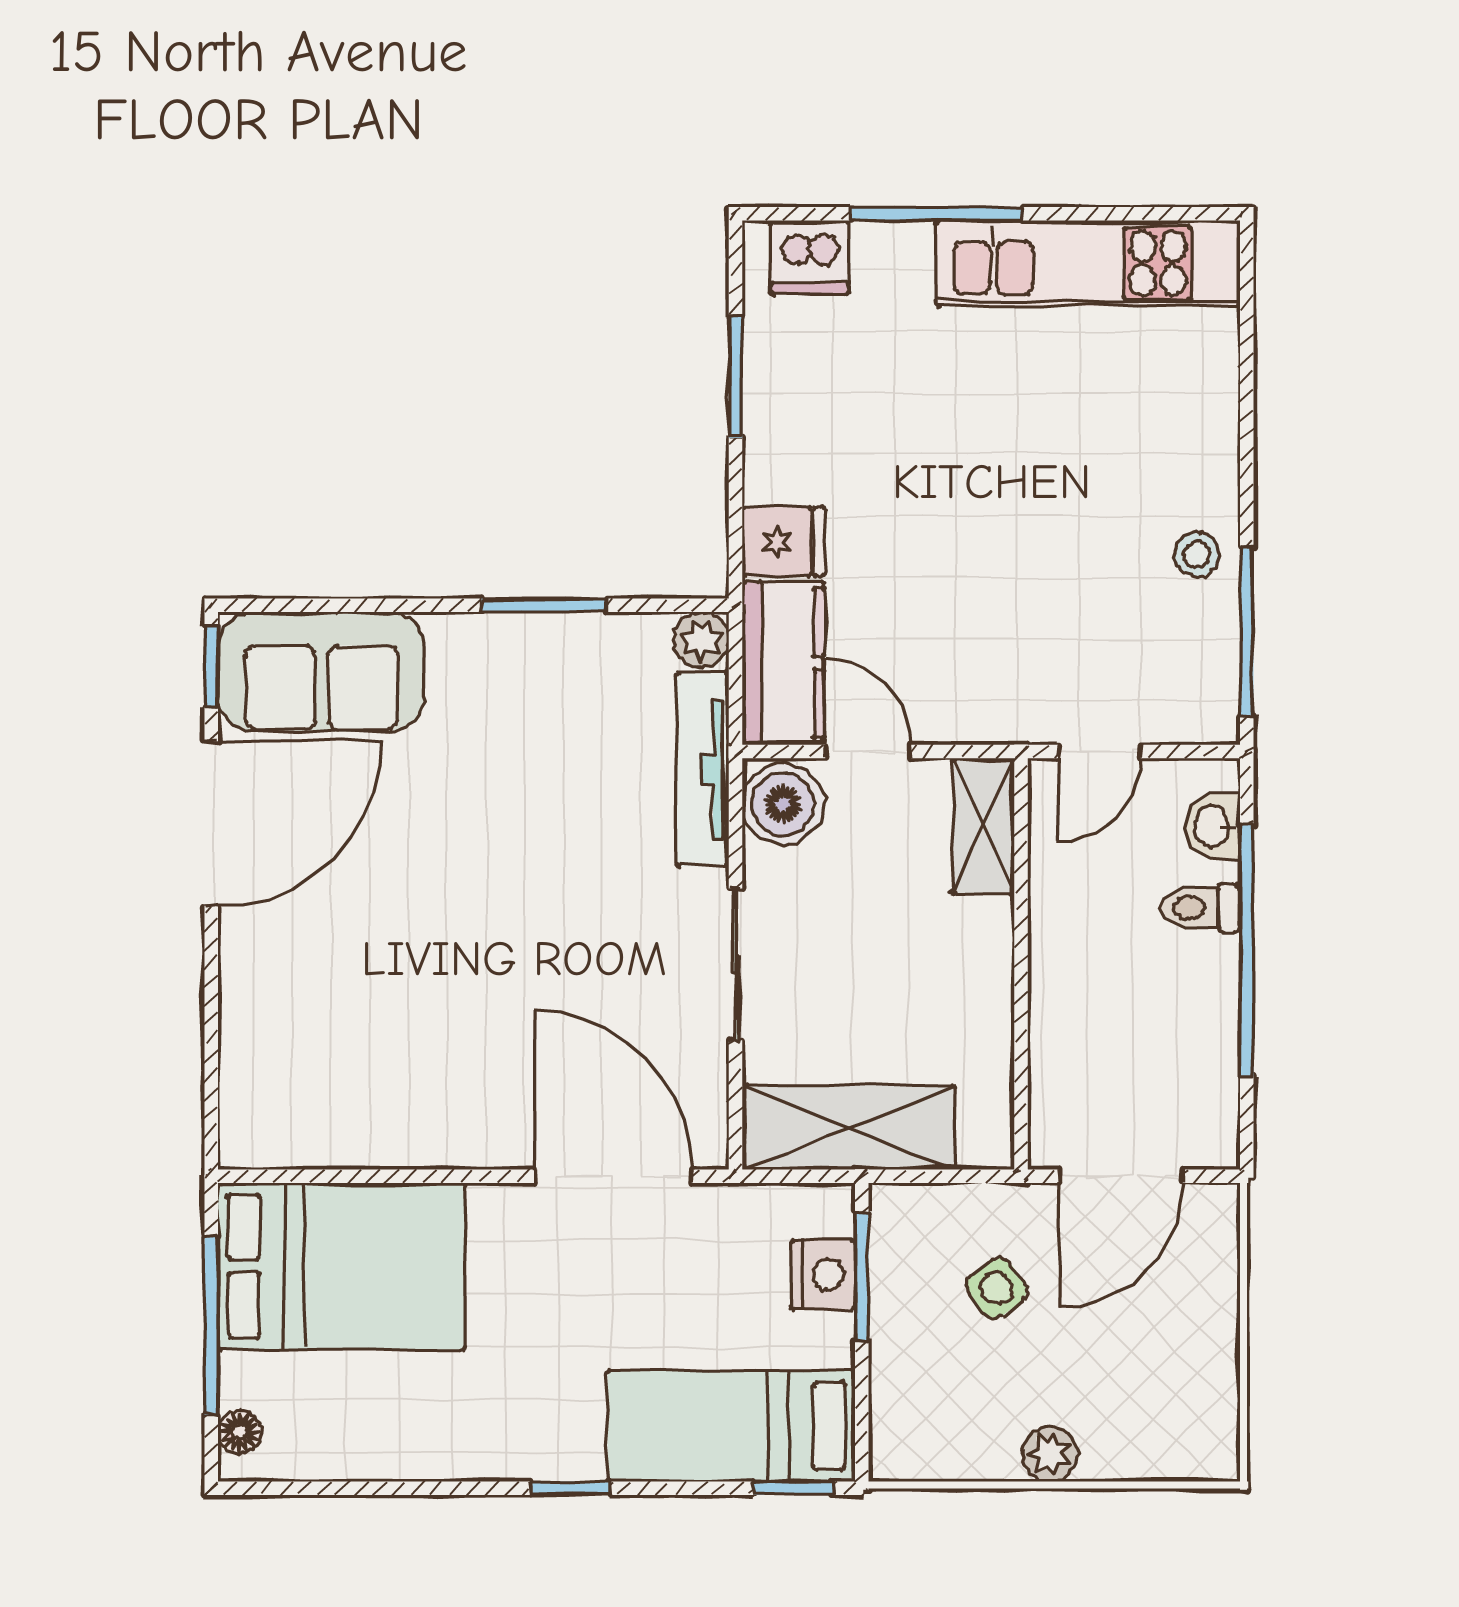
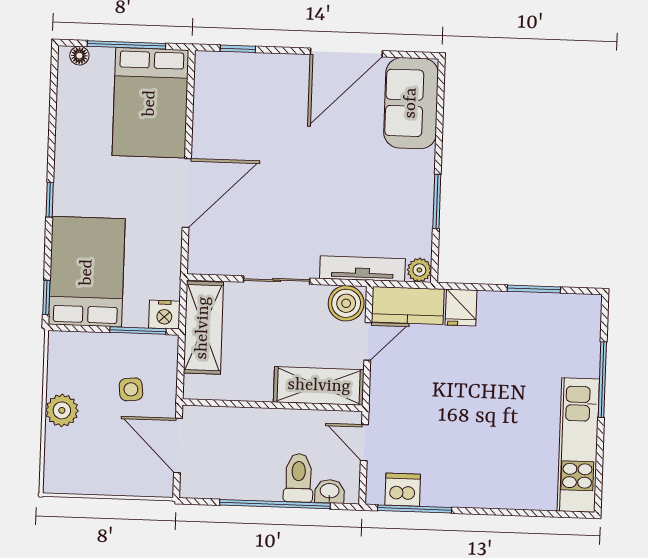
dishwasher: (810, 257) -> (403, 490), moved, turned 90
stool: (1197, 554) -> (449, 488), removed
window: (211, 667) -> (238, 49), moved
door: (211, 823) -> (346, 53), hinge flipped
shelving: (984, 826) -> (319, 386), width x1.50, depth x1.33
toilet: (1200, 908) -> (298, 478), width x1.37, depth x1.39
door: (613, 1176) -> (187, 193), moved
nightstand: (823, 1275) -> (164, 315), moved
side table: (996, 1288) -> (131, 389), turned 31
bed: (731, 1426) -> (87, 272), width x1.50
plant: (1050, 1454) -> (62, 410), width x1.38, depth x1.38

